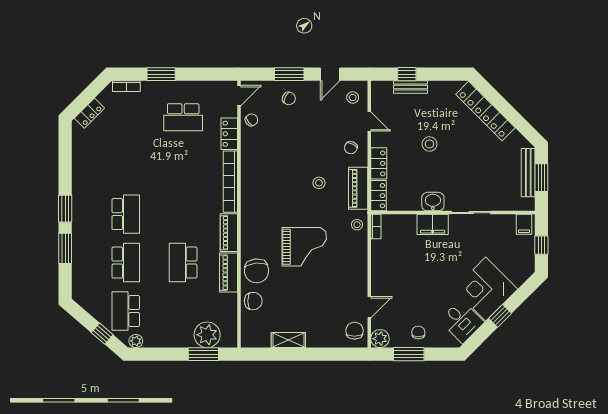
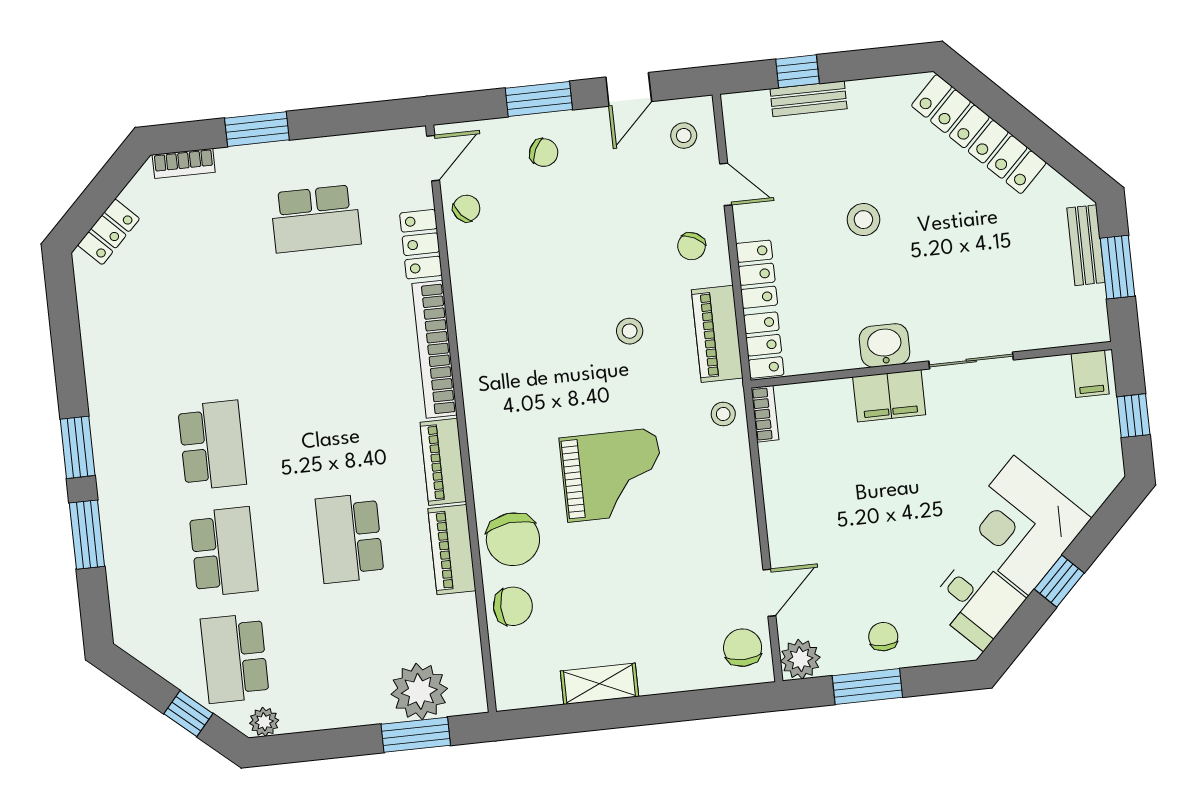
bench: (528, 173) -> (1086, 245), width x0.73

